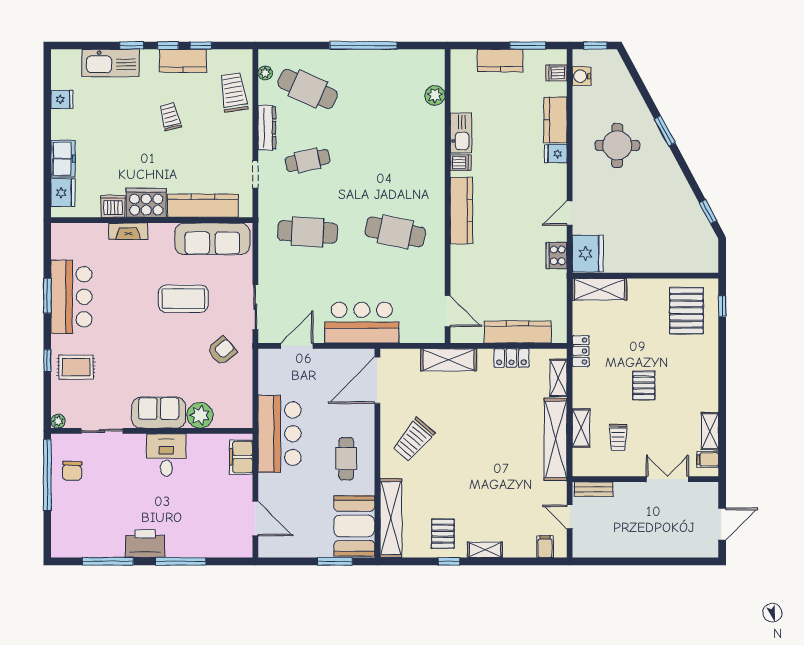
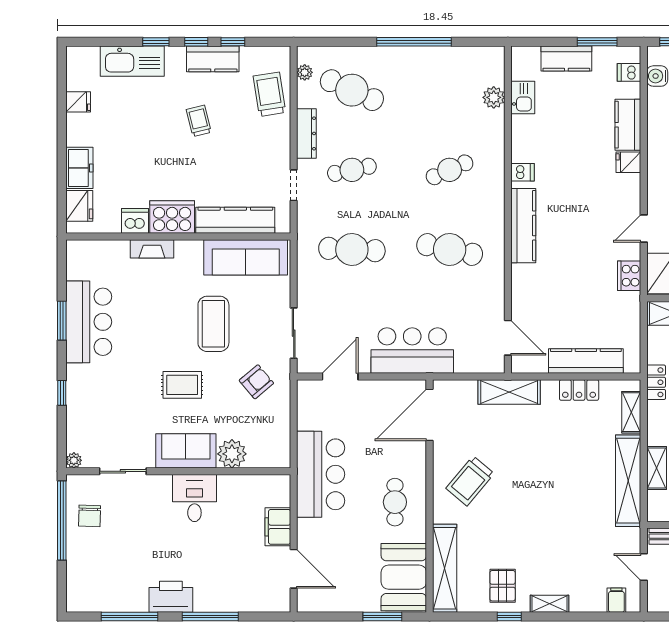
kitchen sink: (461, 133) -> (523, 97), moved, width x0.73
cafe table: (395, 160) -> (450, 170), added
coffee table: (183, 299) -> (213, 324), turned 90
rug: (76, 367) -> (182, 385), moved
filing cabinet: (241, 457) -> (278, 527), moved

